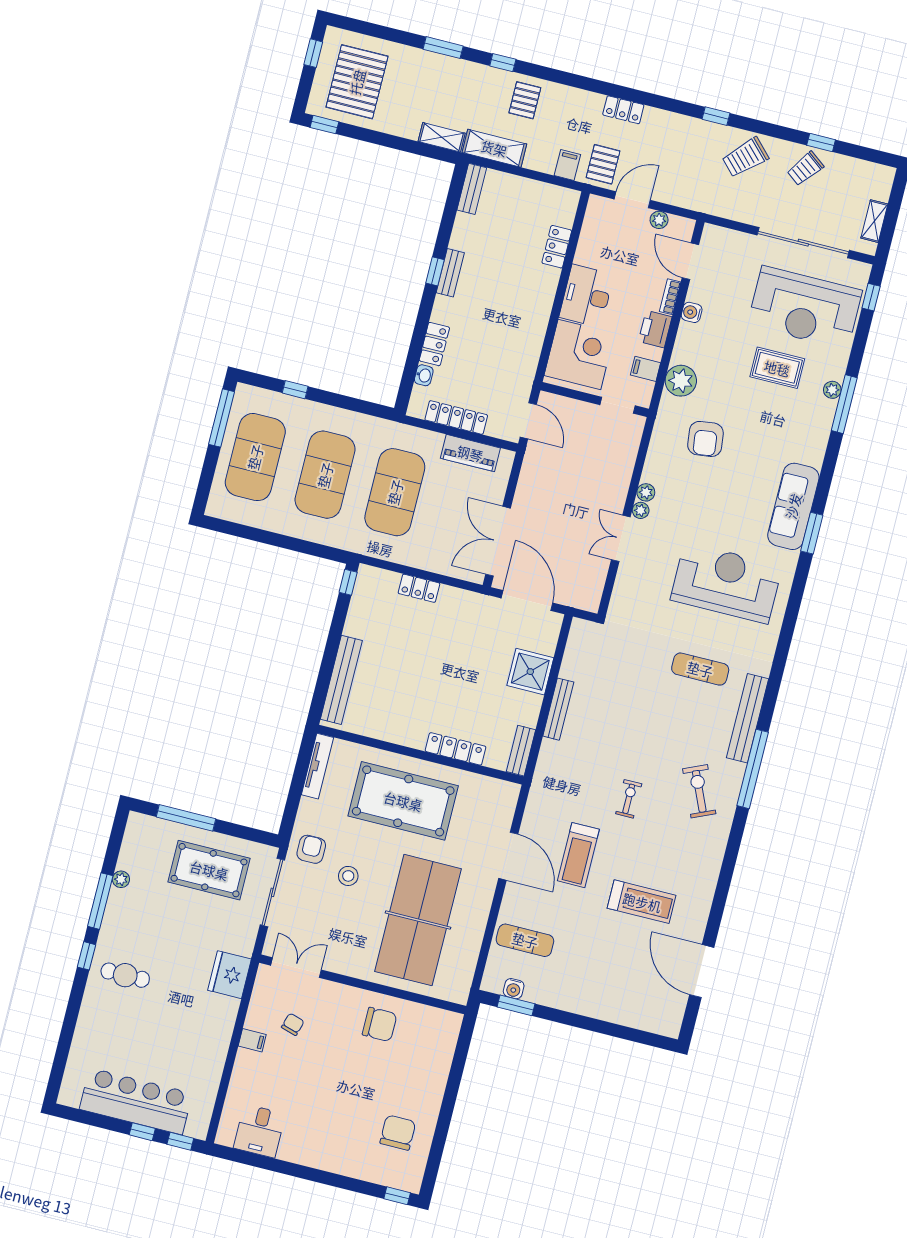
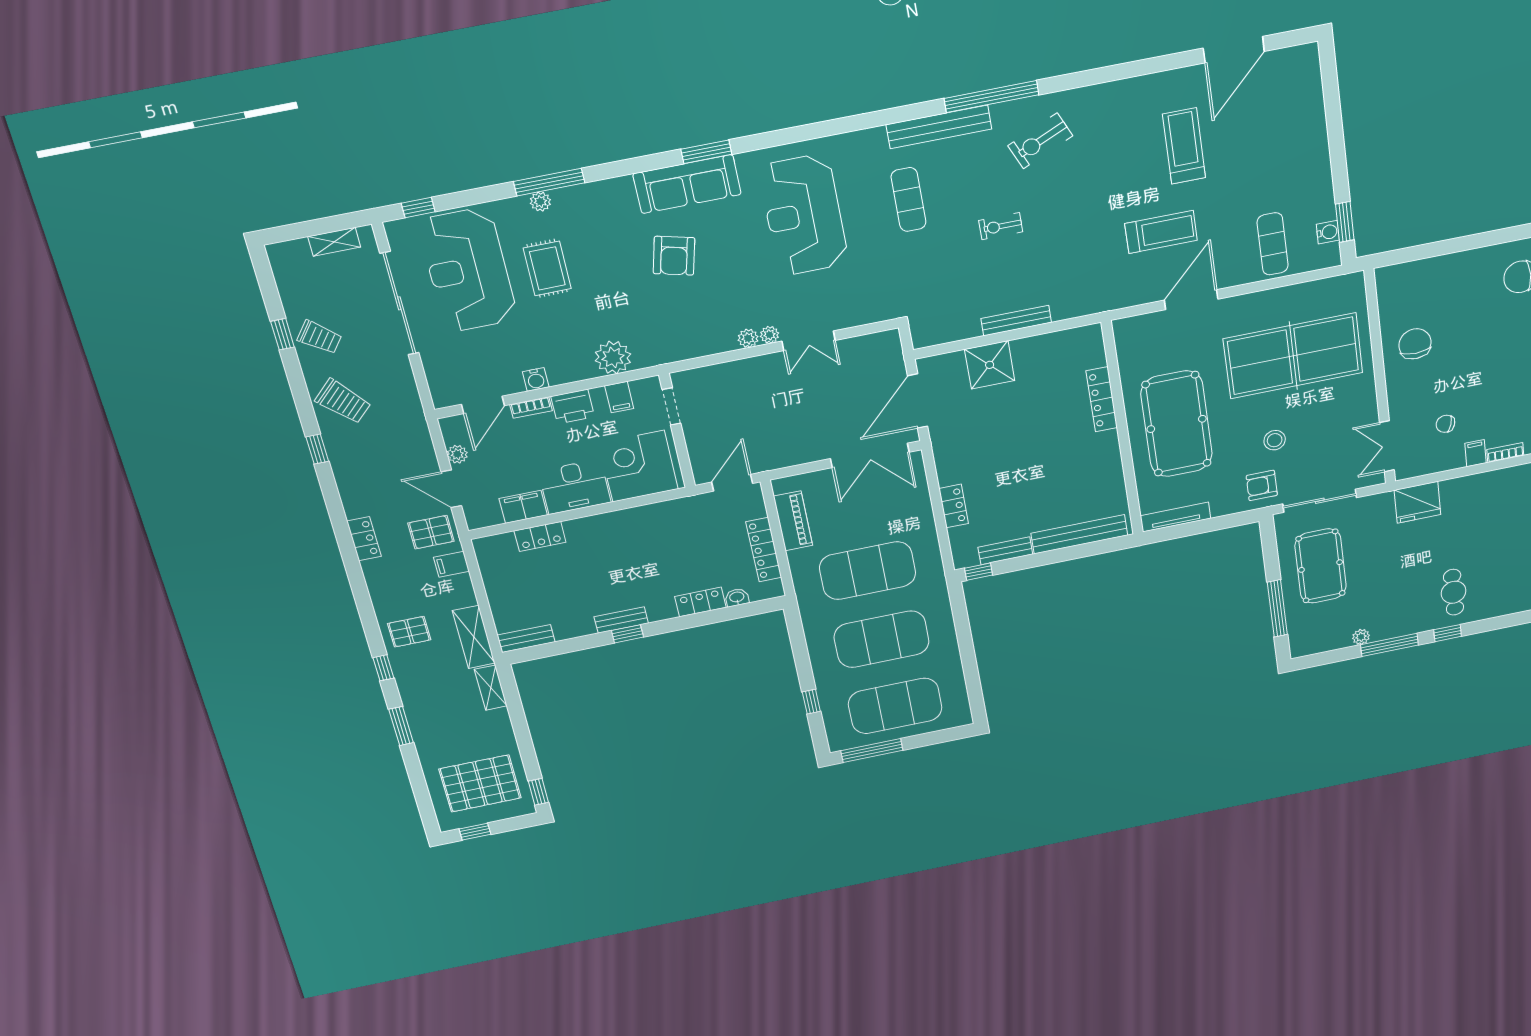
filing cabinet: (589, 247) -> (523, 507), added
reception desk: (805, 308) -> (468, 270), turned 180
armchair: (705, 439) -> (674, 256), moved, turned 111
bench: (521, 751) -> (1005, 551), moved
exercise bike: (629, 799) -> (1001, 226), moved
bookcase: (240, 1066) -> (1505, 452), added

